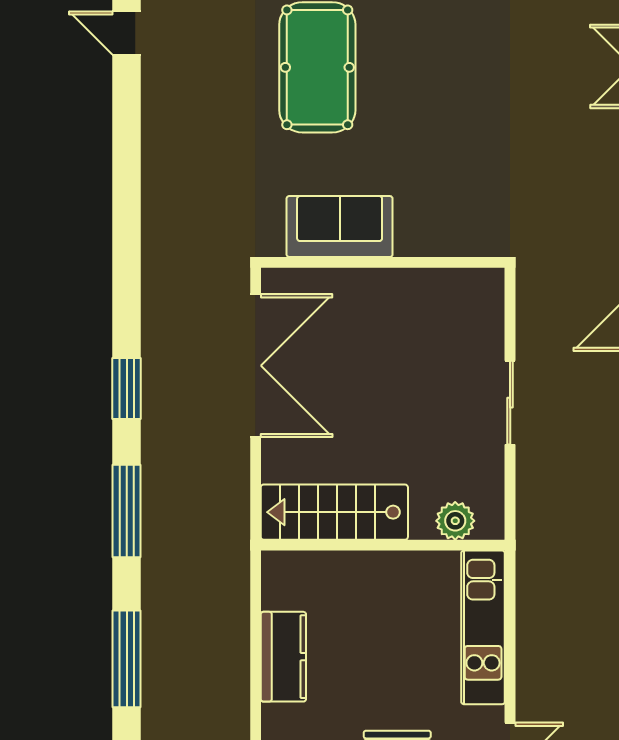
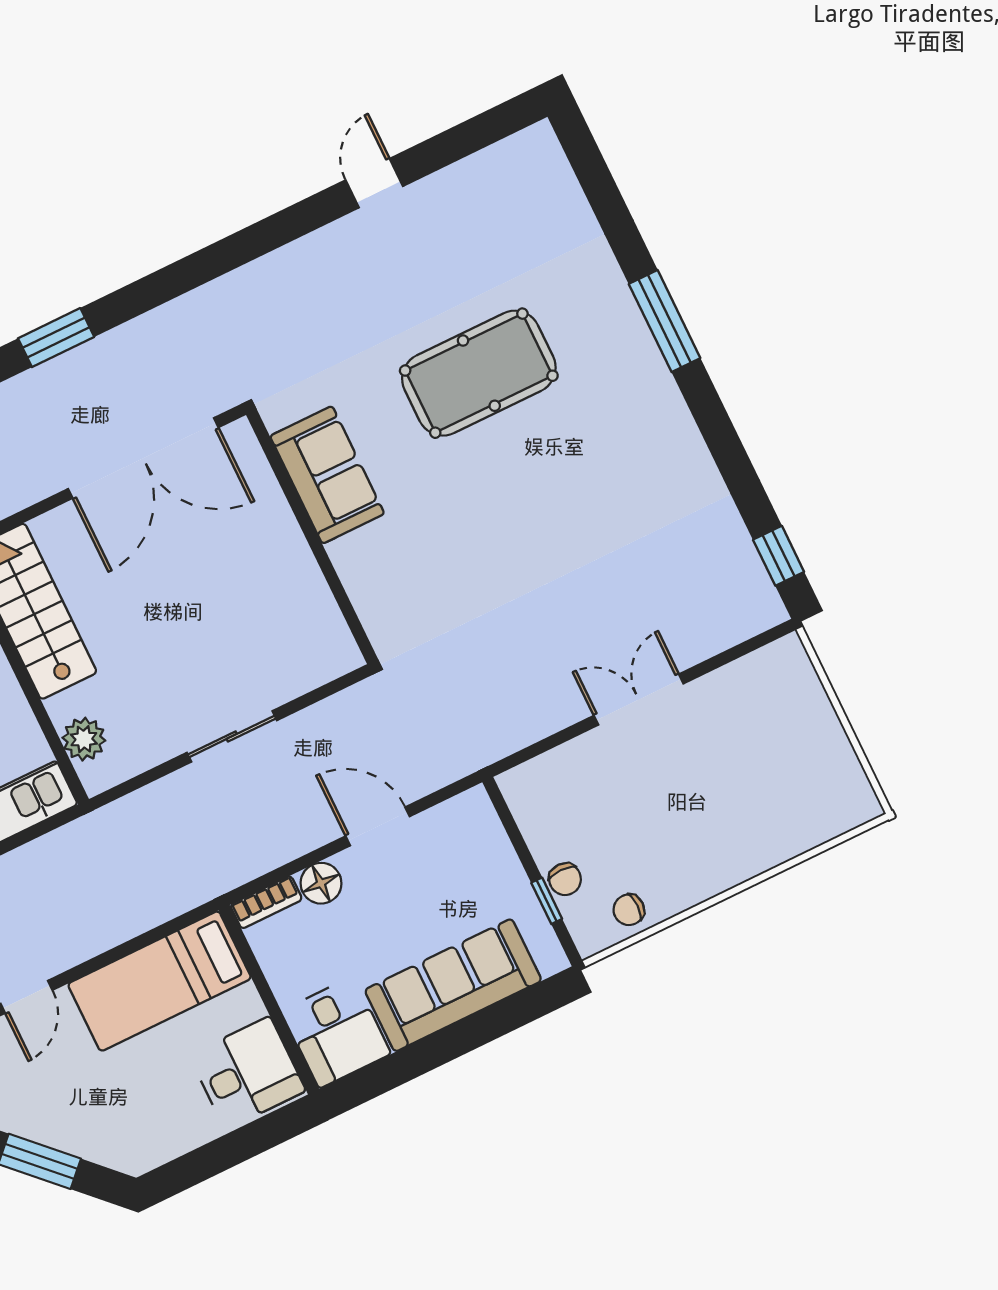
door: (127, 33) -> (374, 183), moved

